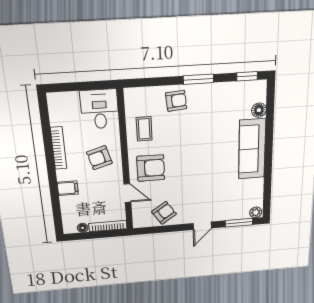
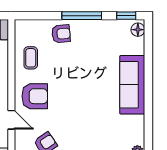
window: (198, 79) -> (82, 16), width x1.44
floor lamp: (259, 110) -> (138, 30), moved

